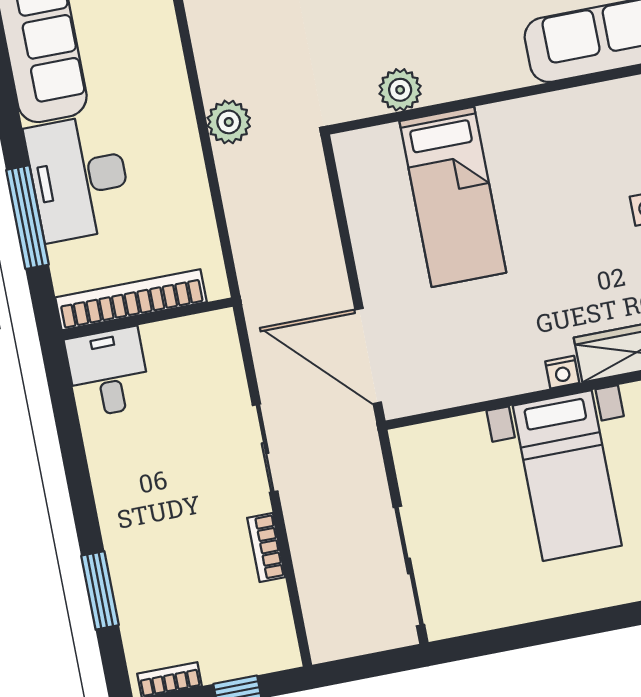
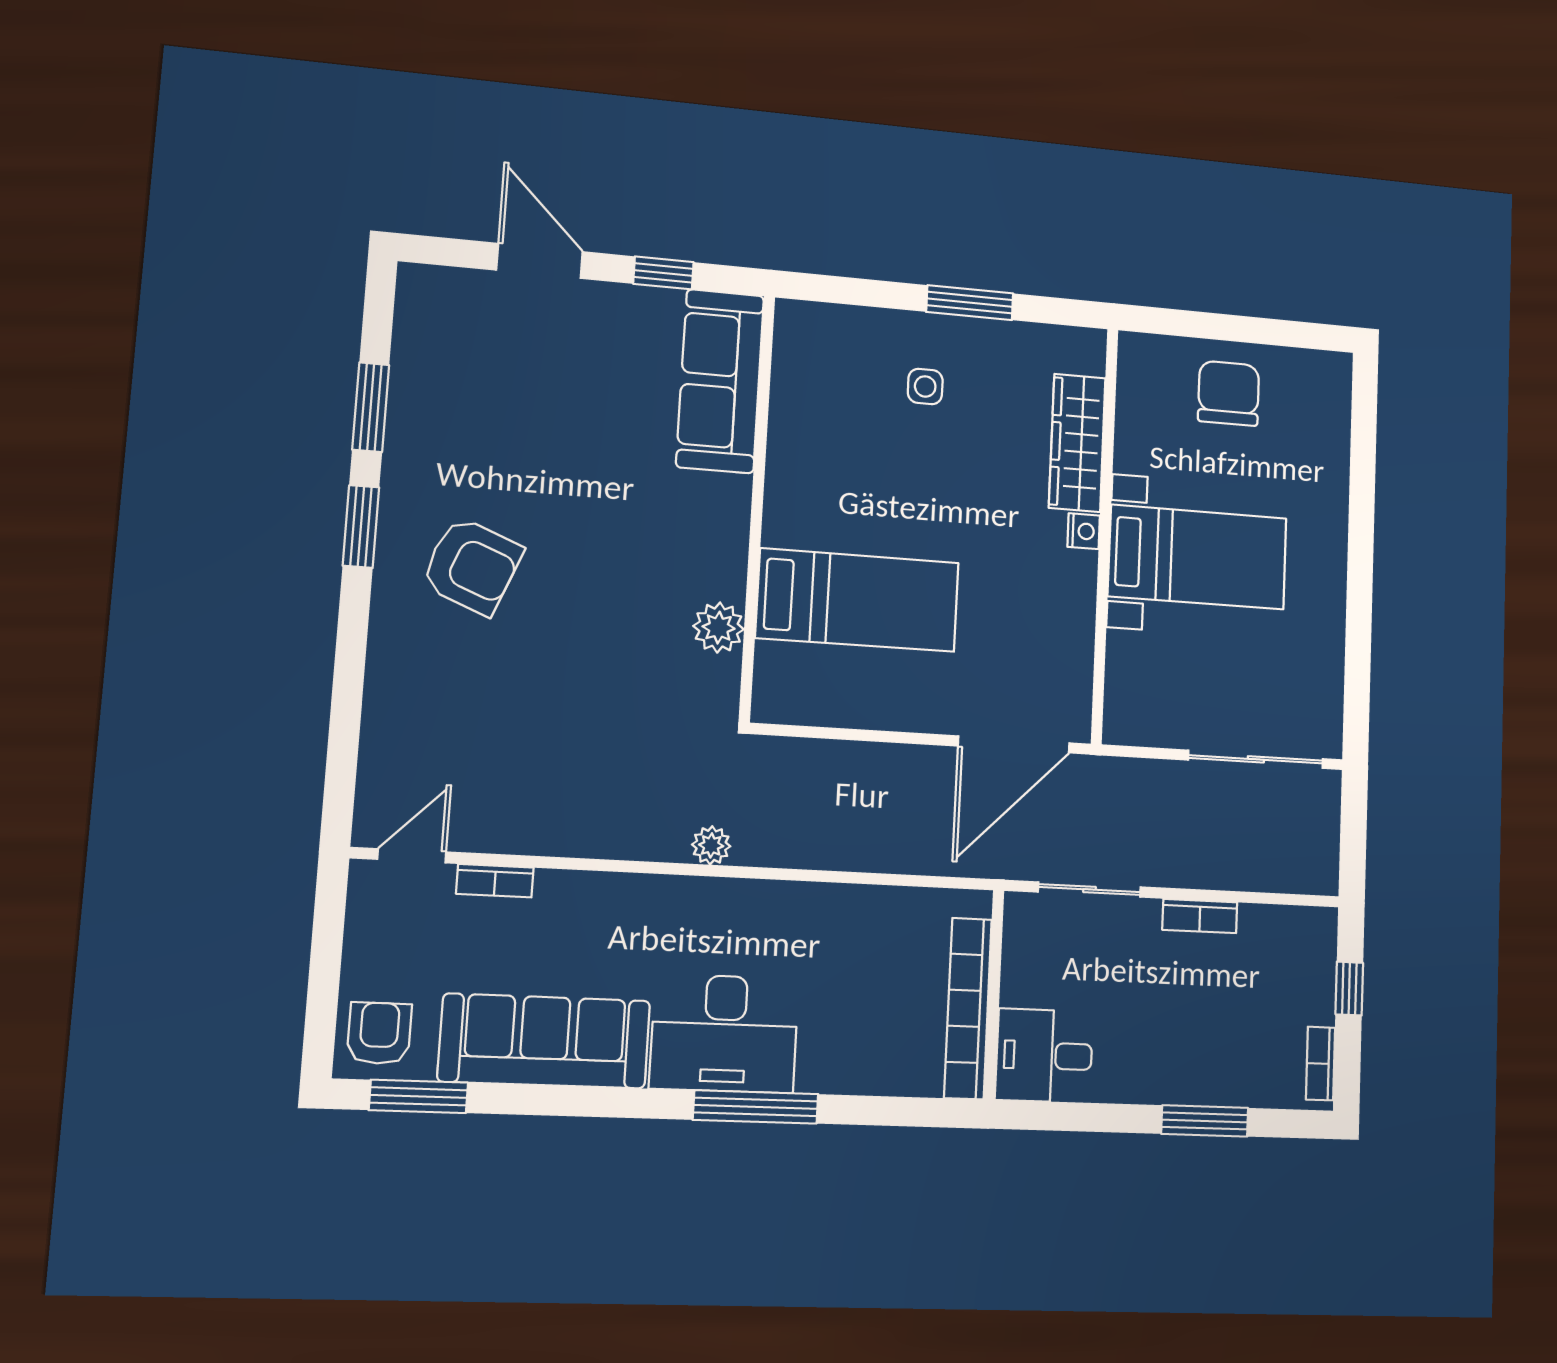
plant: (229, 122) -> (711, 845), width x0.73, depth x0.73
bookcase: (131, 300) -> (968, 1008), moved
wall: (147, 319) -> (994, 995), moved
desk: (108, 372) -> (1044, 1056), moved

